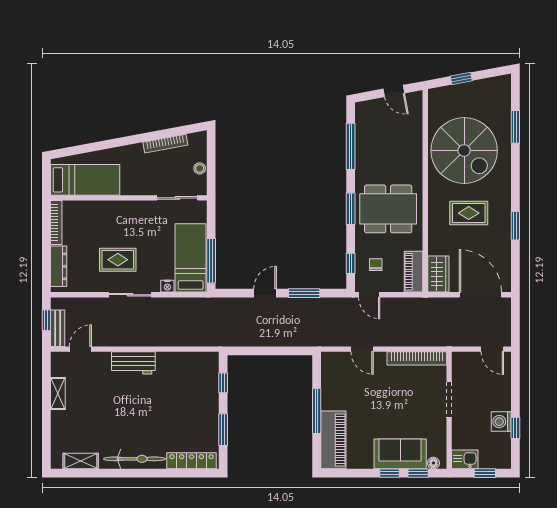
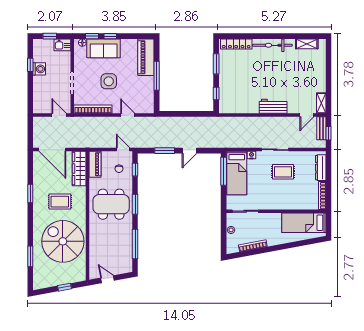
wardrobe: (438, 274) -> (79, 169), width x1.50
door: (492, 349) -> (59, 115), moved
shelving: (58, 393) -> (321, 103), moved
side table: (392, 402) -> (109, 81), added

